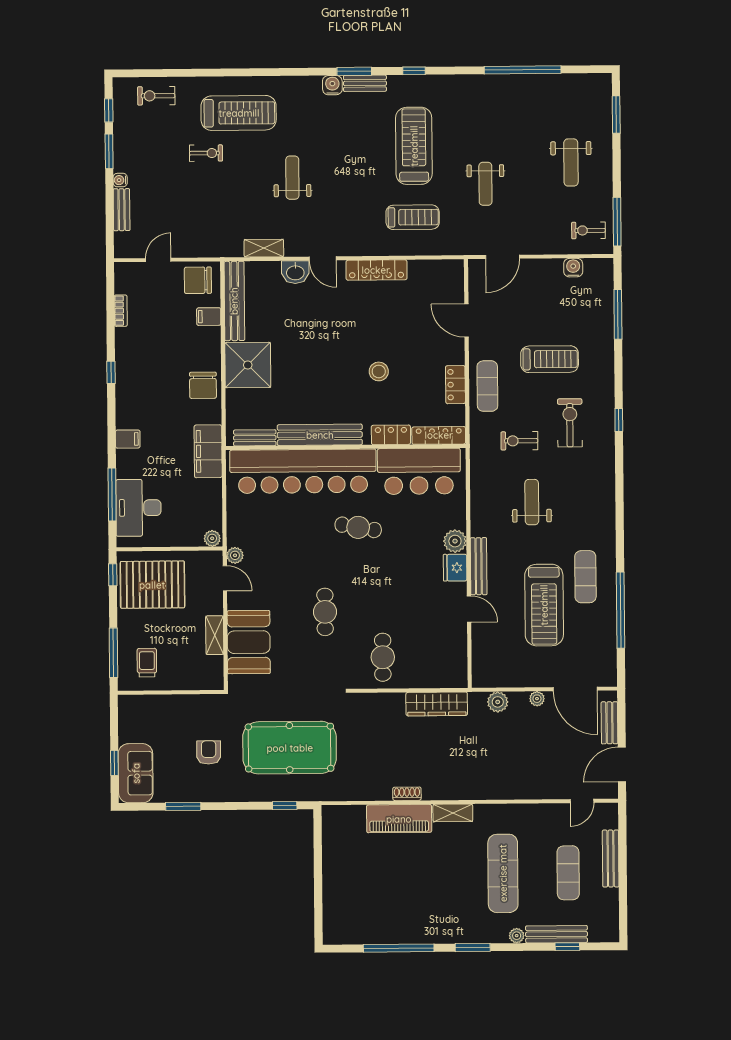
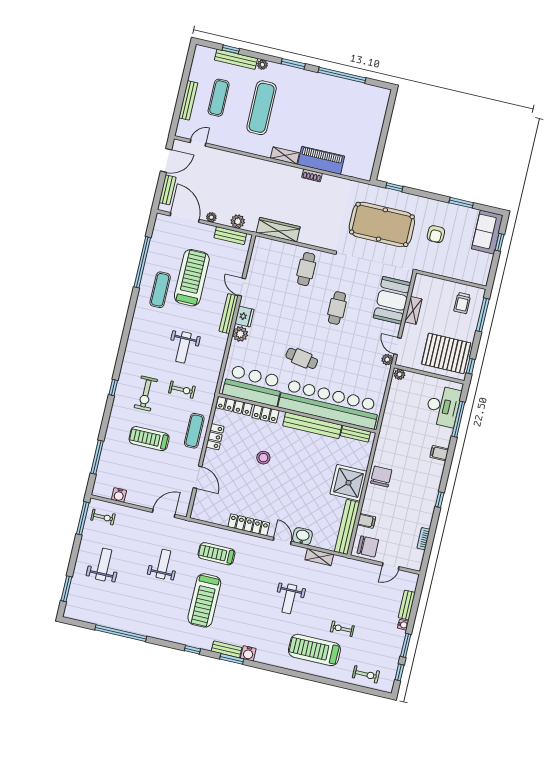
filing cabinet: (208, 451) -> (388, 432), removed
bench: (503, 679) -> (230, 236), added

